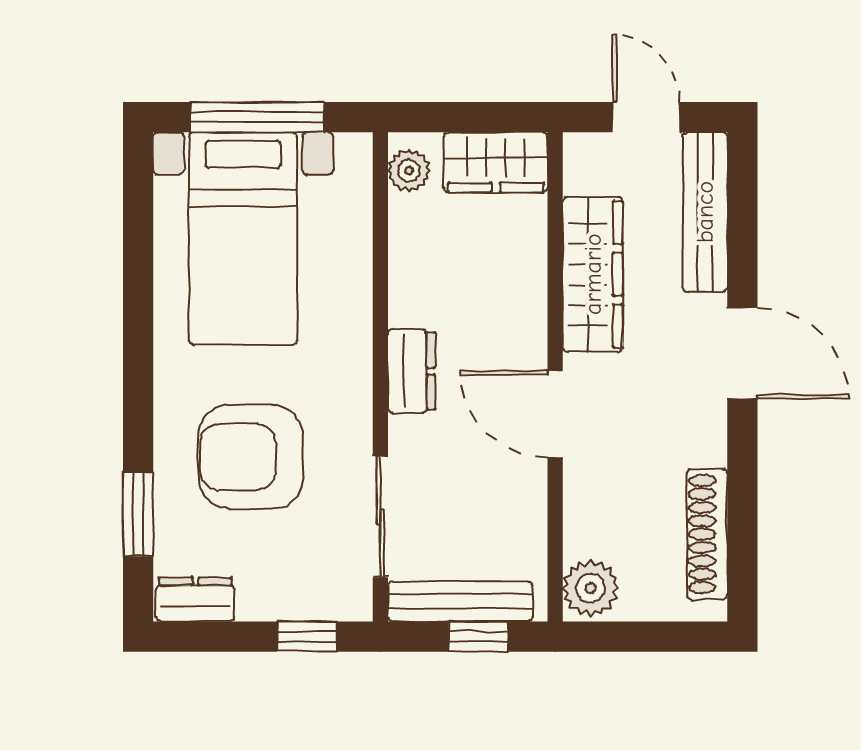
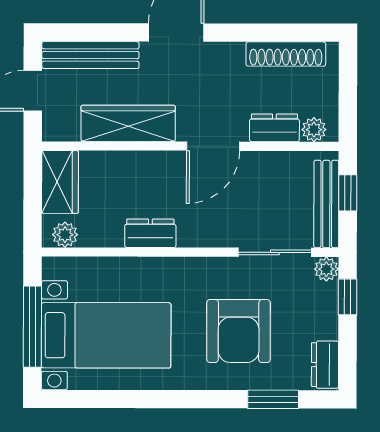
dresser: (411, 371) -> (150, 233), moved
dresser: (586, 516) -> (274, 128), added
plant: (590, 588) -> (314, 130), width x0.73, depth x0.73
plant: (353, 602) -> (326, 269), added

